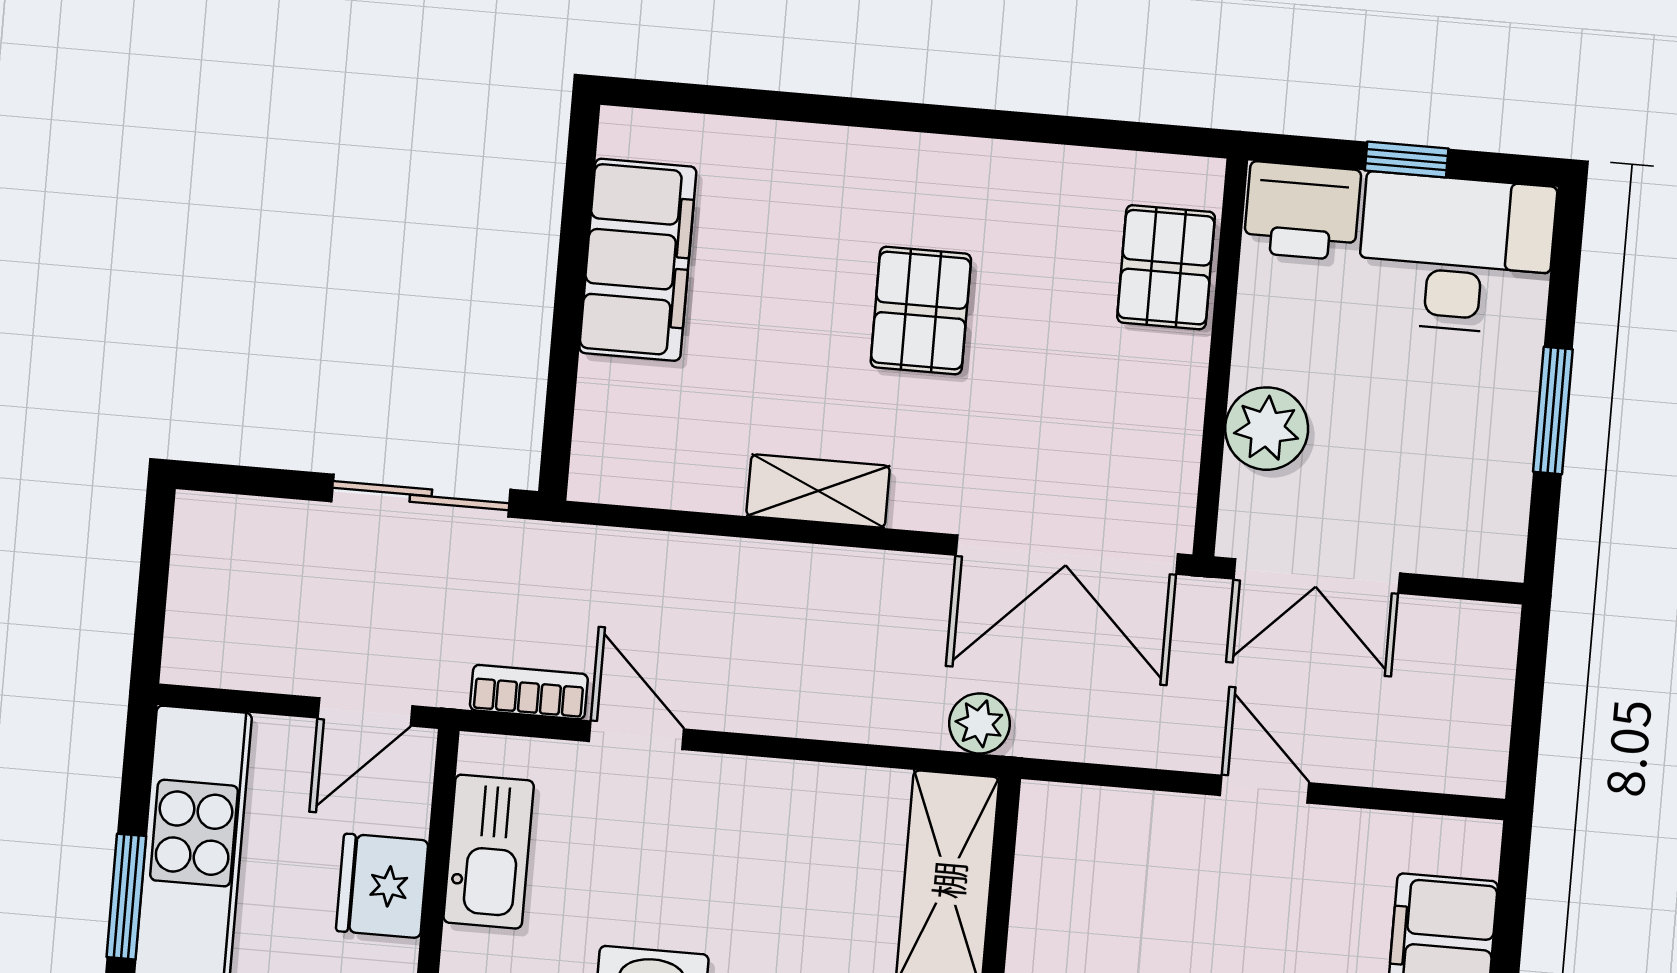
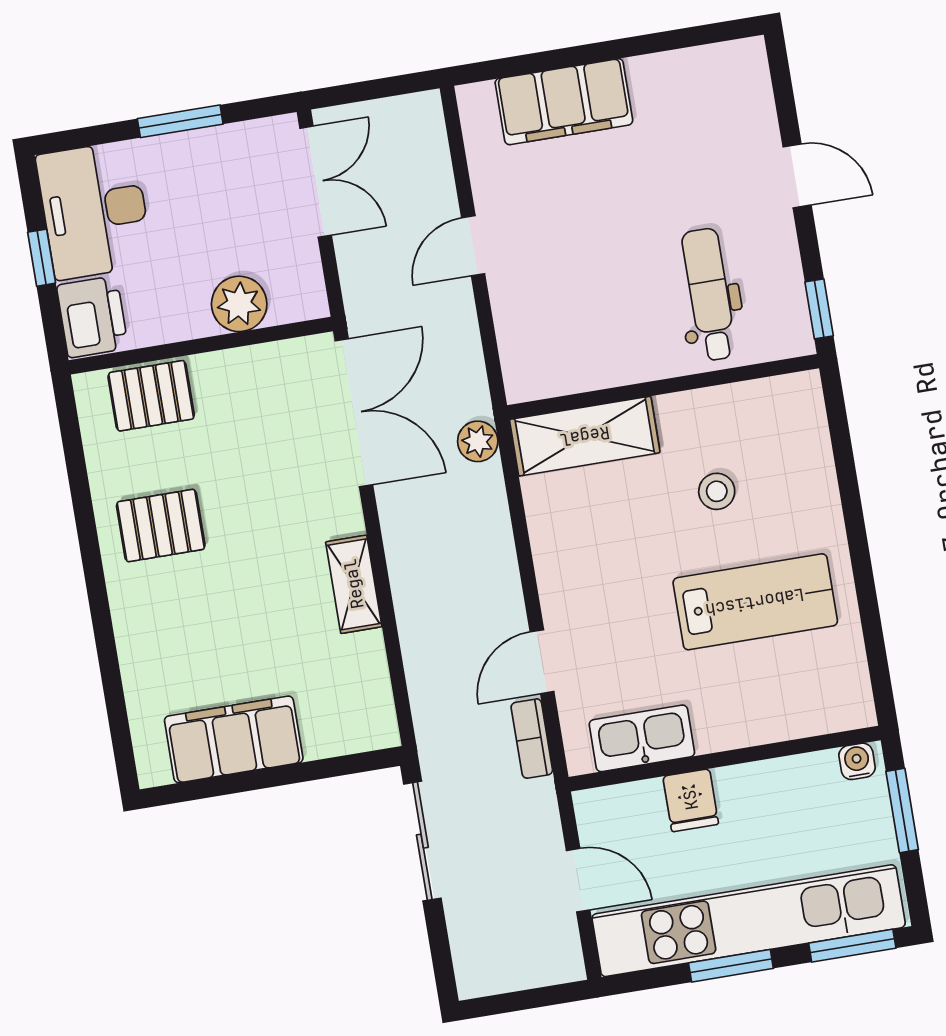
pallet: (921, 310) -> (161, 526), moved
double door: (1317, 576) -> (316, 182), moved
door: (365, 712) -> (578, 880), moved
fridge: (382, 886) -> (691, 800), width x0.72

